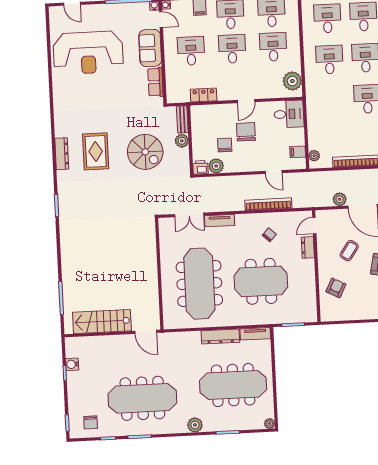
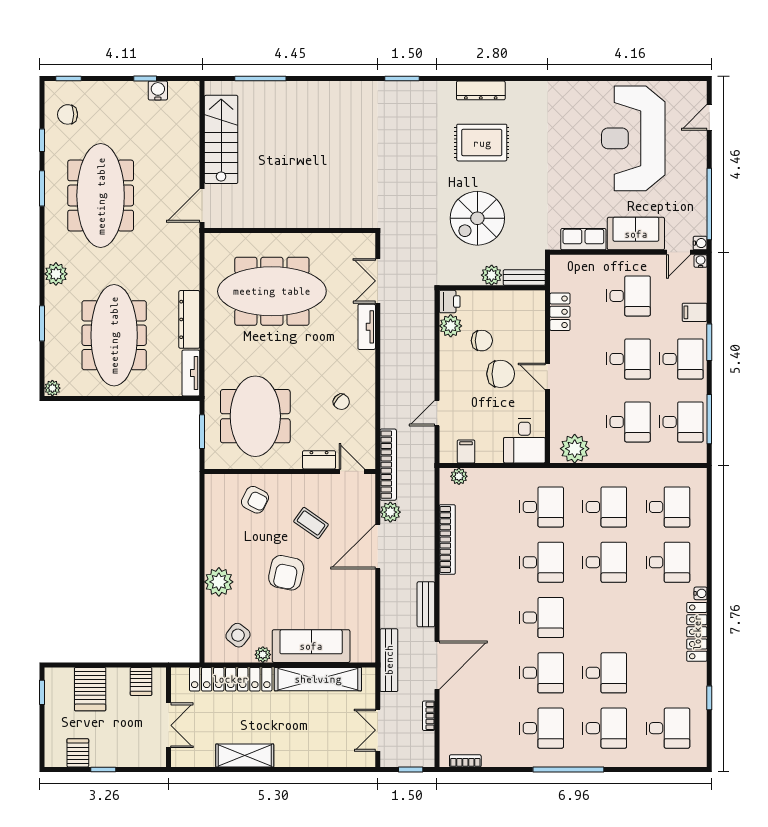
desk: (331, 101) -> (542, 507), added
bookcase: (268, 204) -> (388, 465), moved
meeting table: (261, 281) -> (255, 416), moved

